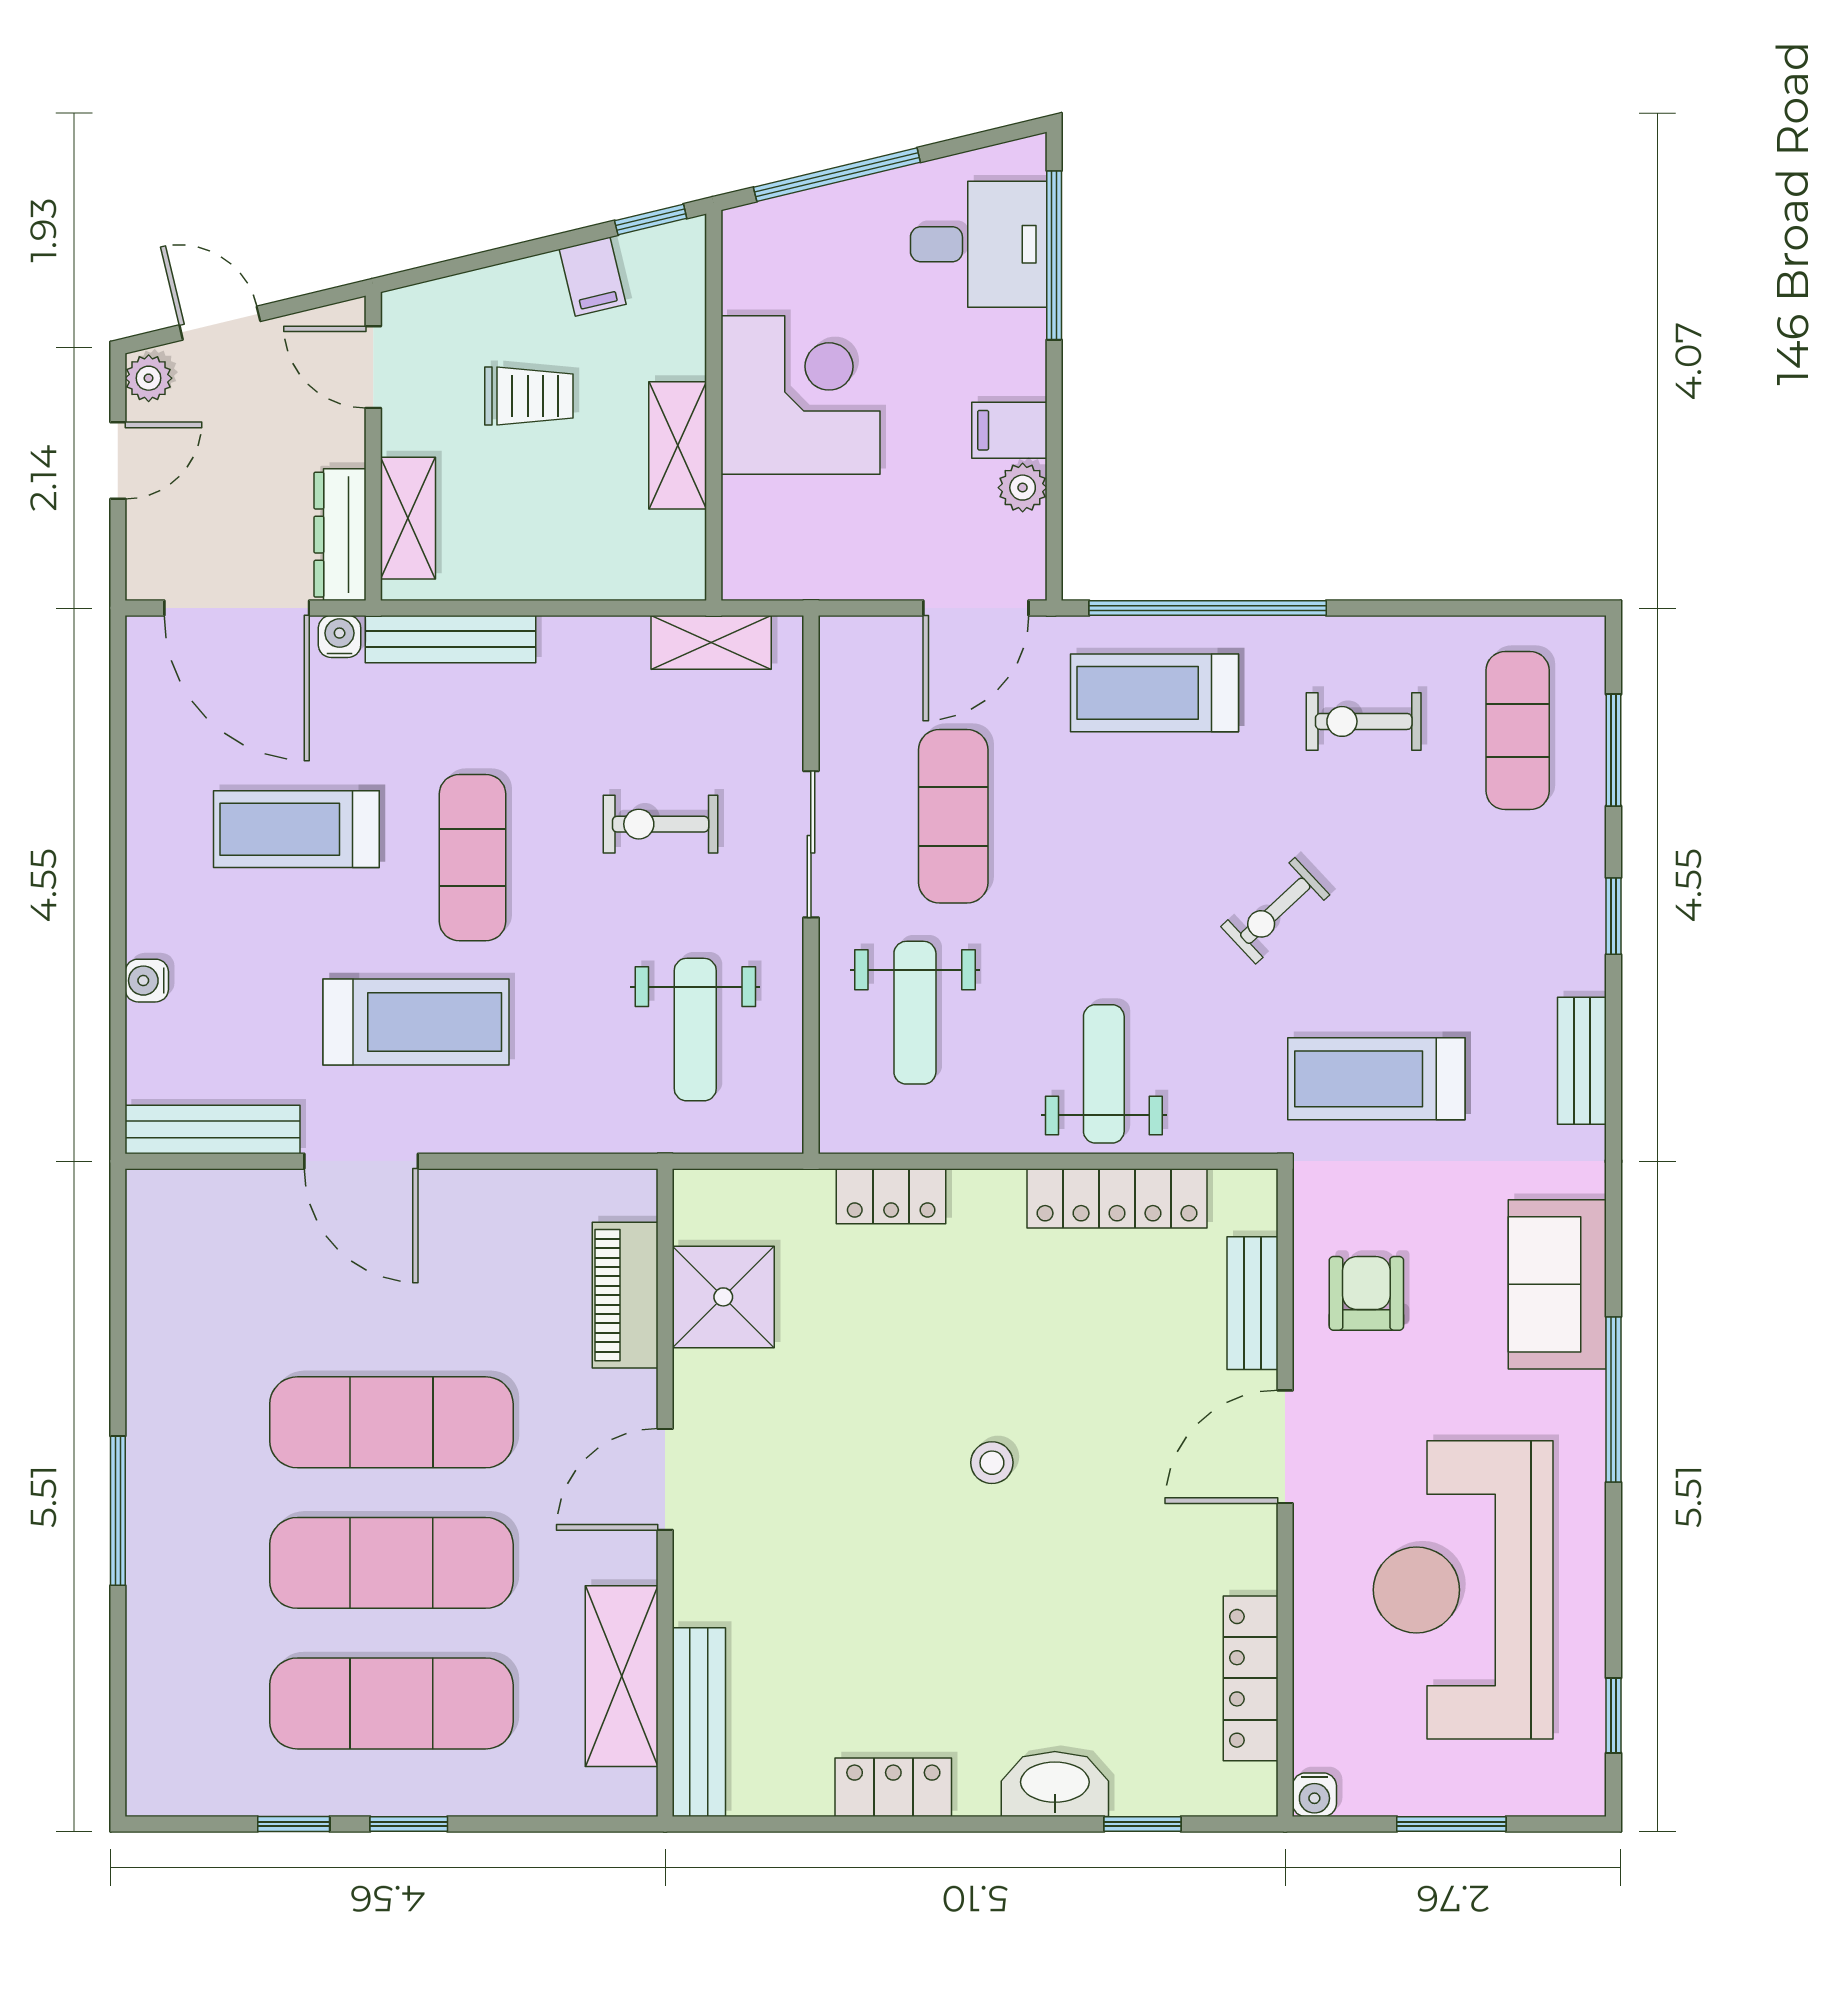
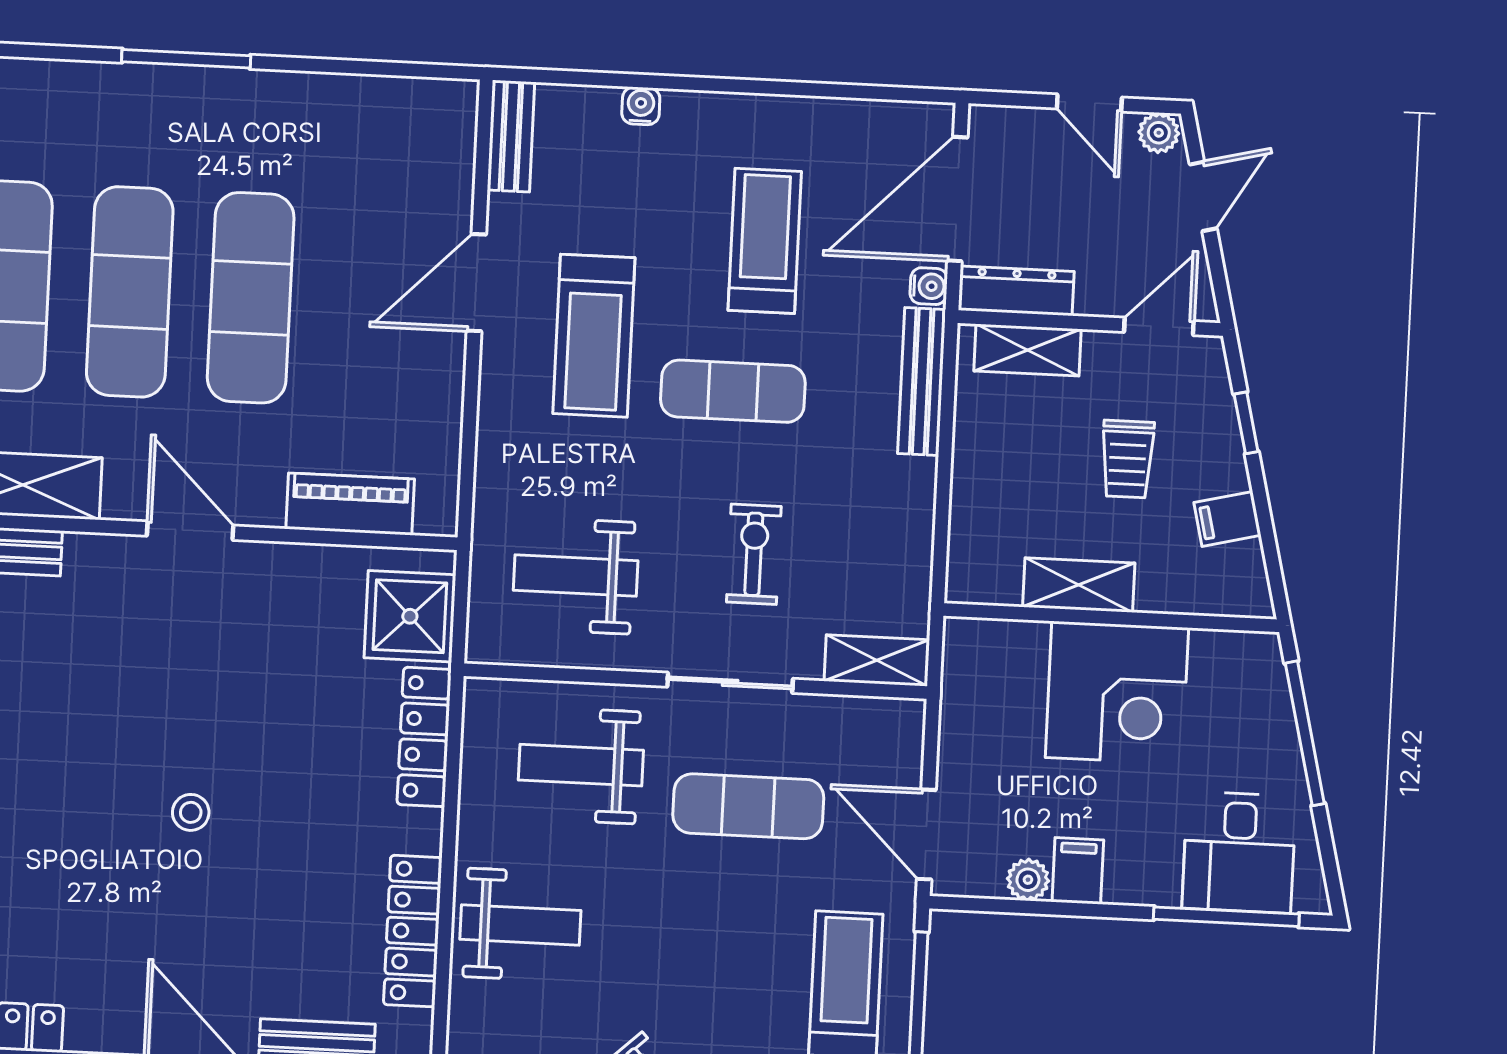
window: (651, 219) -> (1246, 423), moved
shelving: (711, 642) -> (877, 660), moved, turned 90
bench: (212, 1130) -> (511, 136), width x0.73
locker: (891, 1196) -> (424, 737), width x1.53
shower: (723, 1297) -> (410, 616), moved

